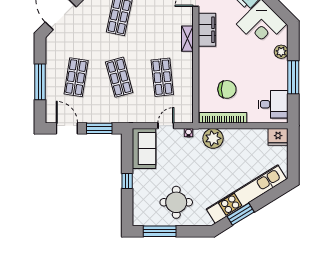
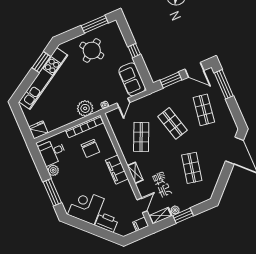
filing cabinet: (207, 30) -> (117, 170), moved
plant: (281, 52) -> (53, 170), moved
shop shelf: (162, 77) -> (141, 137), turned 30
window: (293, 77) -> (52, 192), moved
window: (40, 82) -> (224, 84), moved
chair: (227, 89) -> (90, 148), turned -90
round table: (176, 202) -> (92, 50), turned -36

